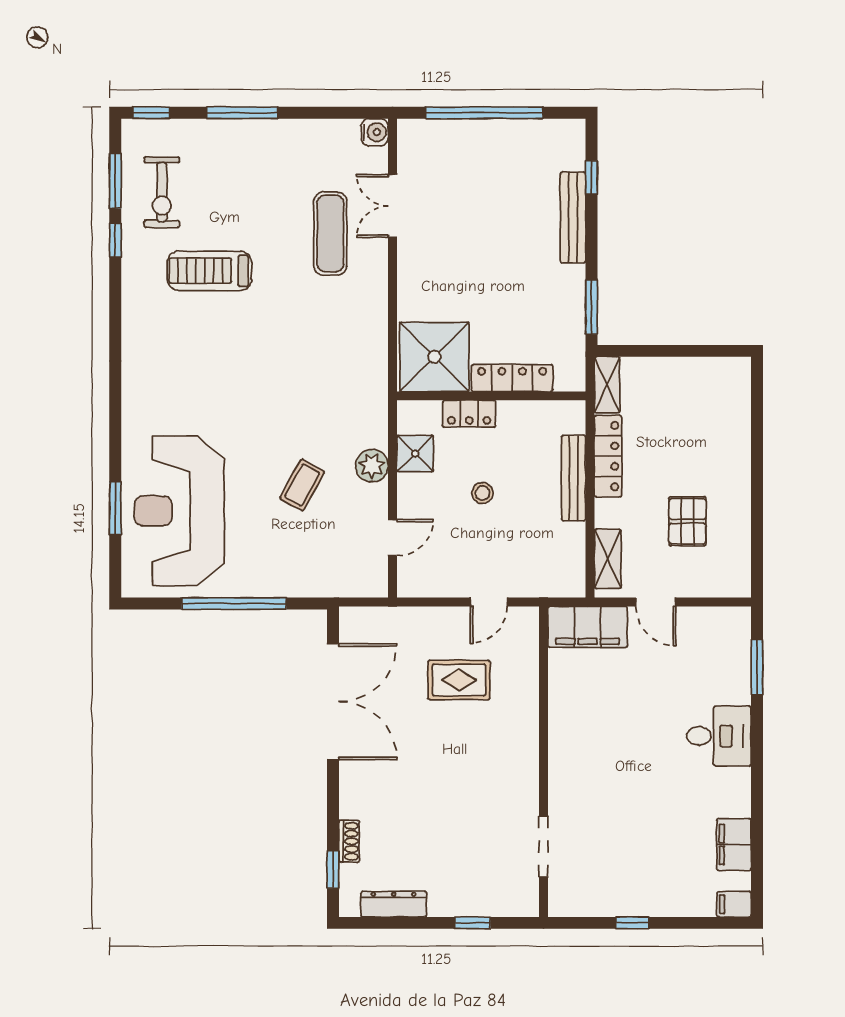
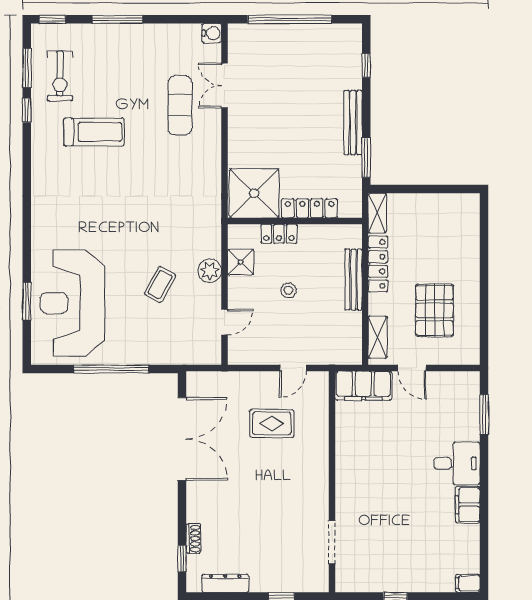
bench: (573, 217) -> (353, 123), moved
treadmill: (209, 271) -> (94, 132), turned 180
pallet: (687, 521) -> (435, 310), width x1.50, depth x1.42
filing cabinet: (734, 844) -> (468, 505), moved

